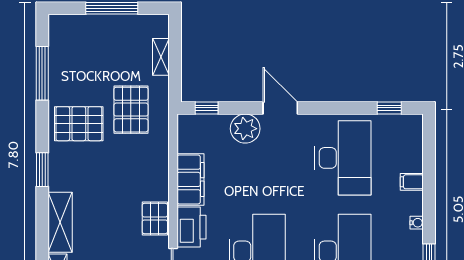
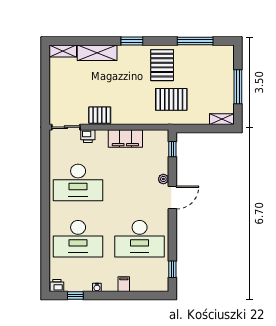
shelving: (161, 57) -> (222, 119), moved
plant: (245, 129) -> (163, 179), width x0.53, depth x0.53
printer: (191, 227) -> (88, 136), width x0.53, depth x0.68

